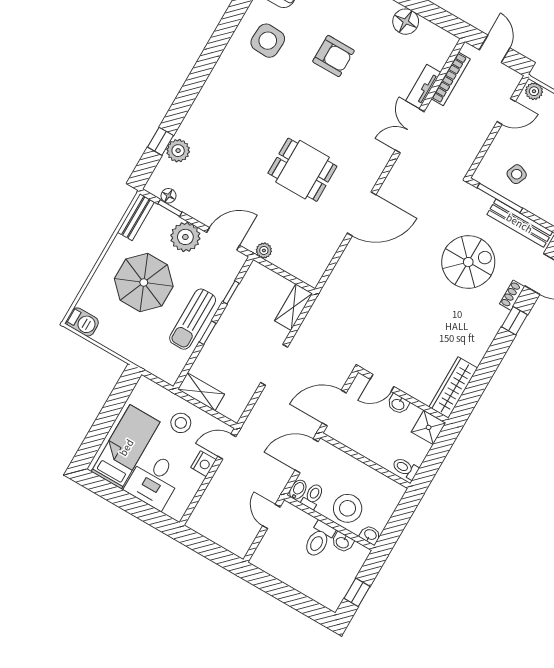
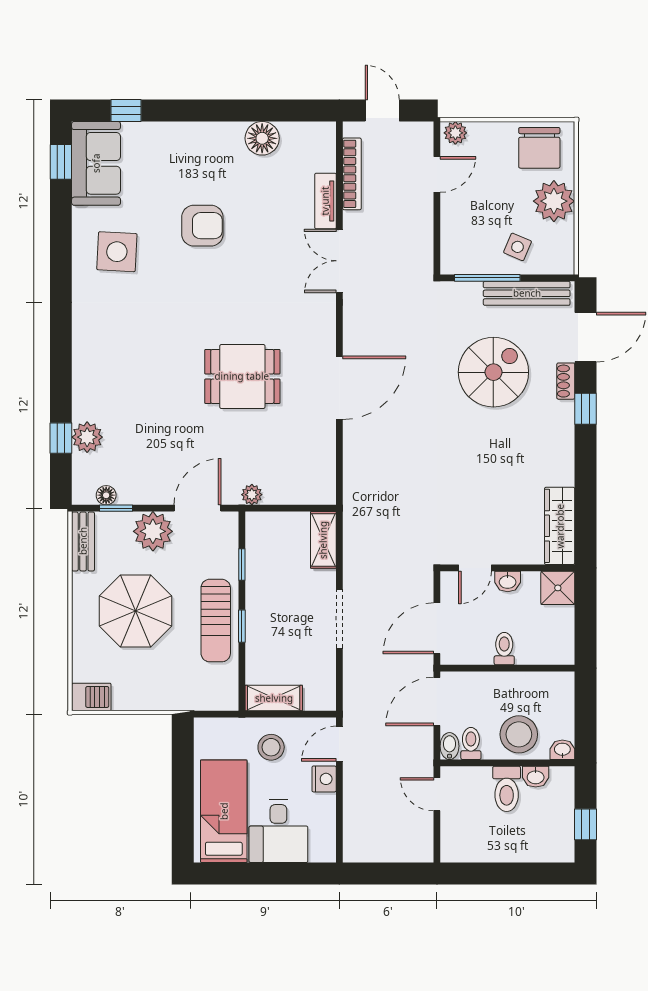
side table: (517, 174) -> (518, 247), moved
toilet: (405, 468) -> (504, 649), moved, turned 90

